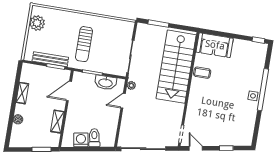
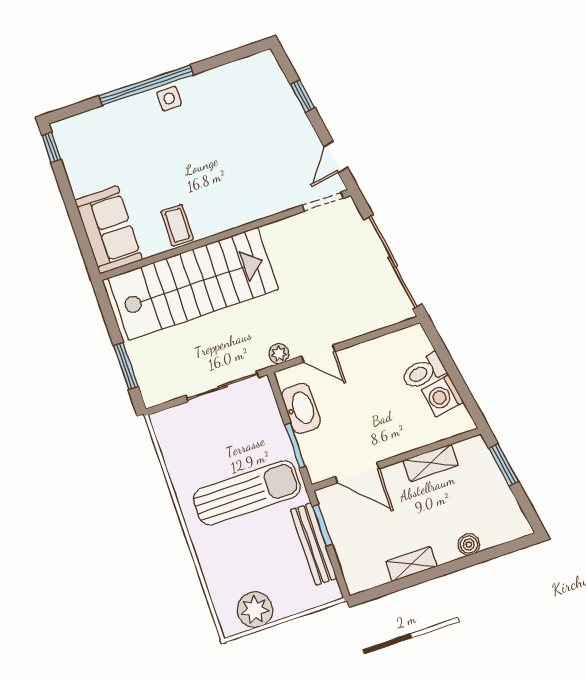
sun lounger: (84, 44) -> (247, 493), width x1.36, depth x1.34

